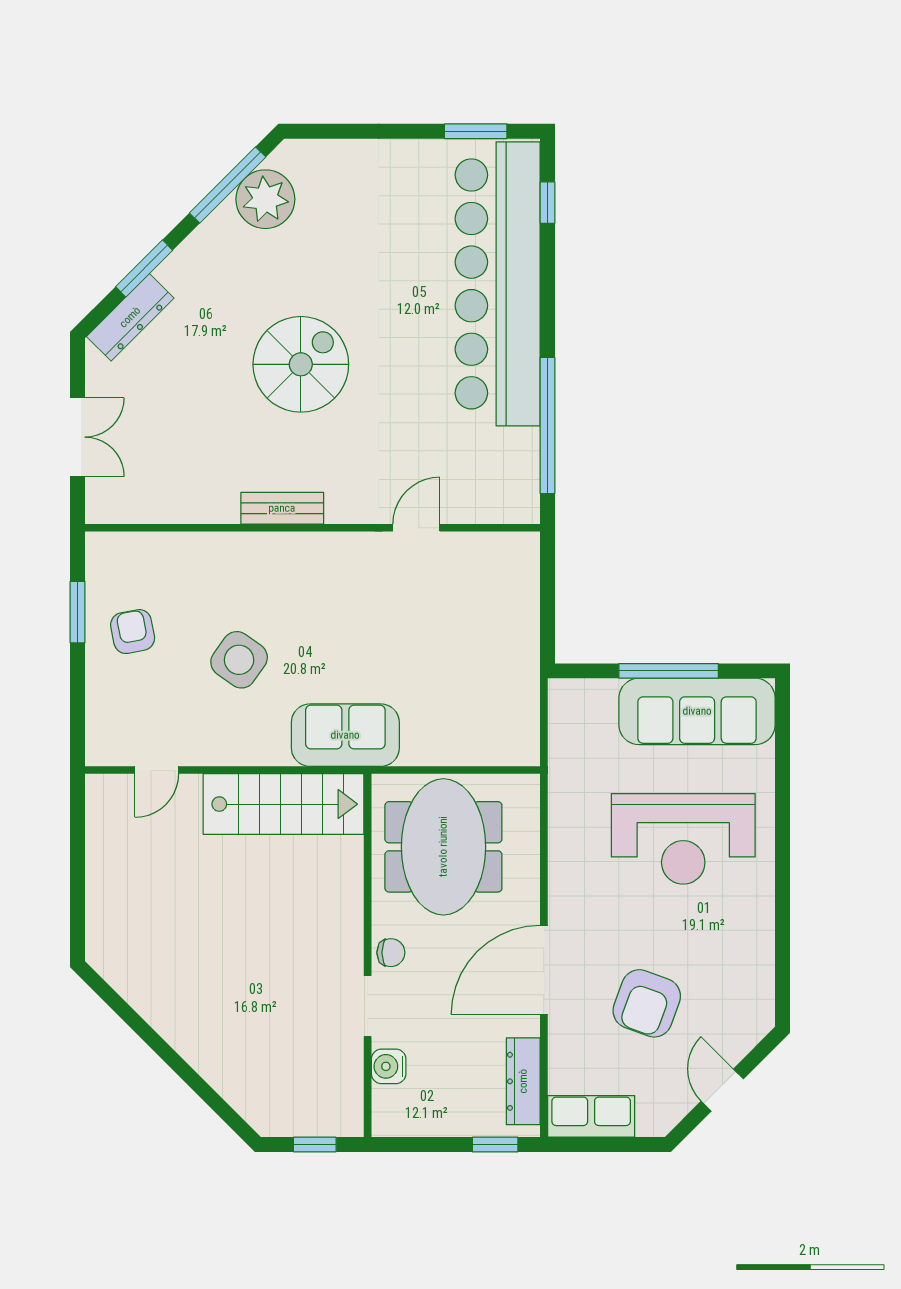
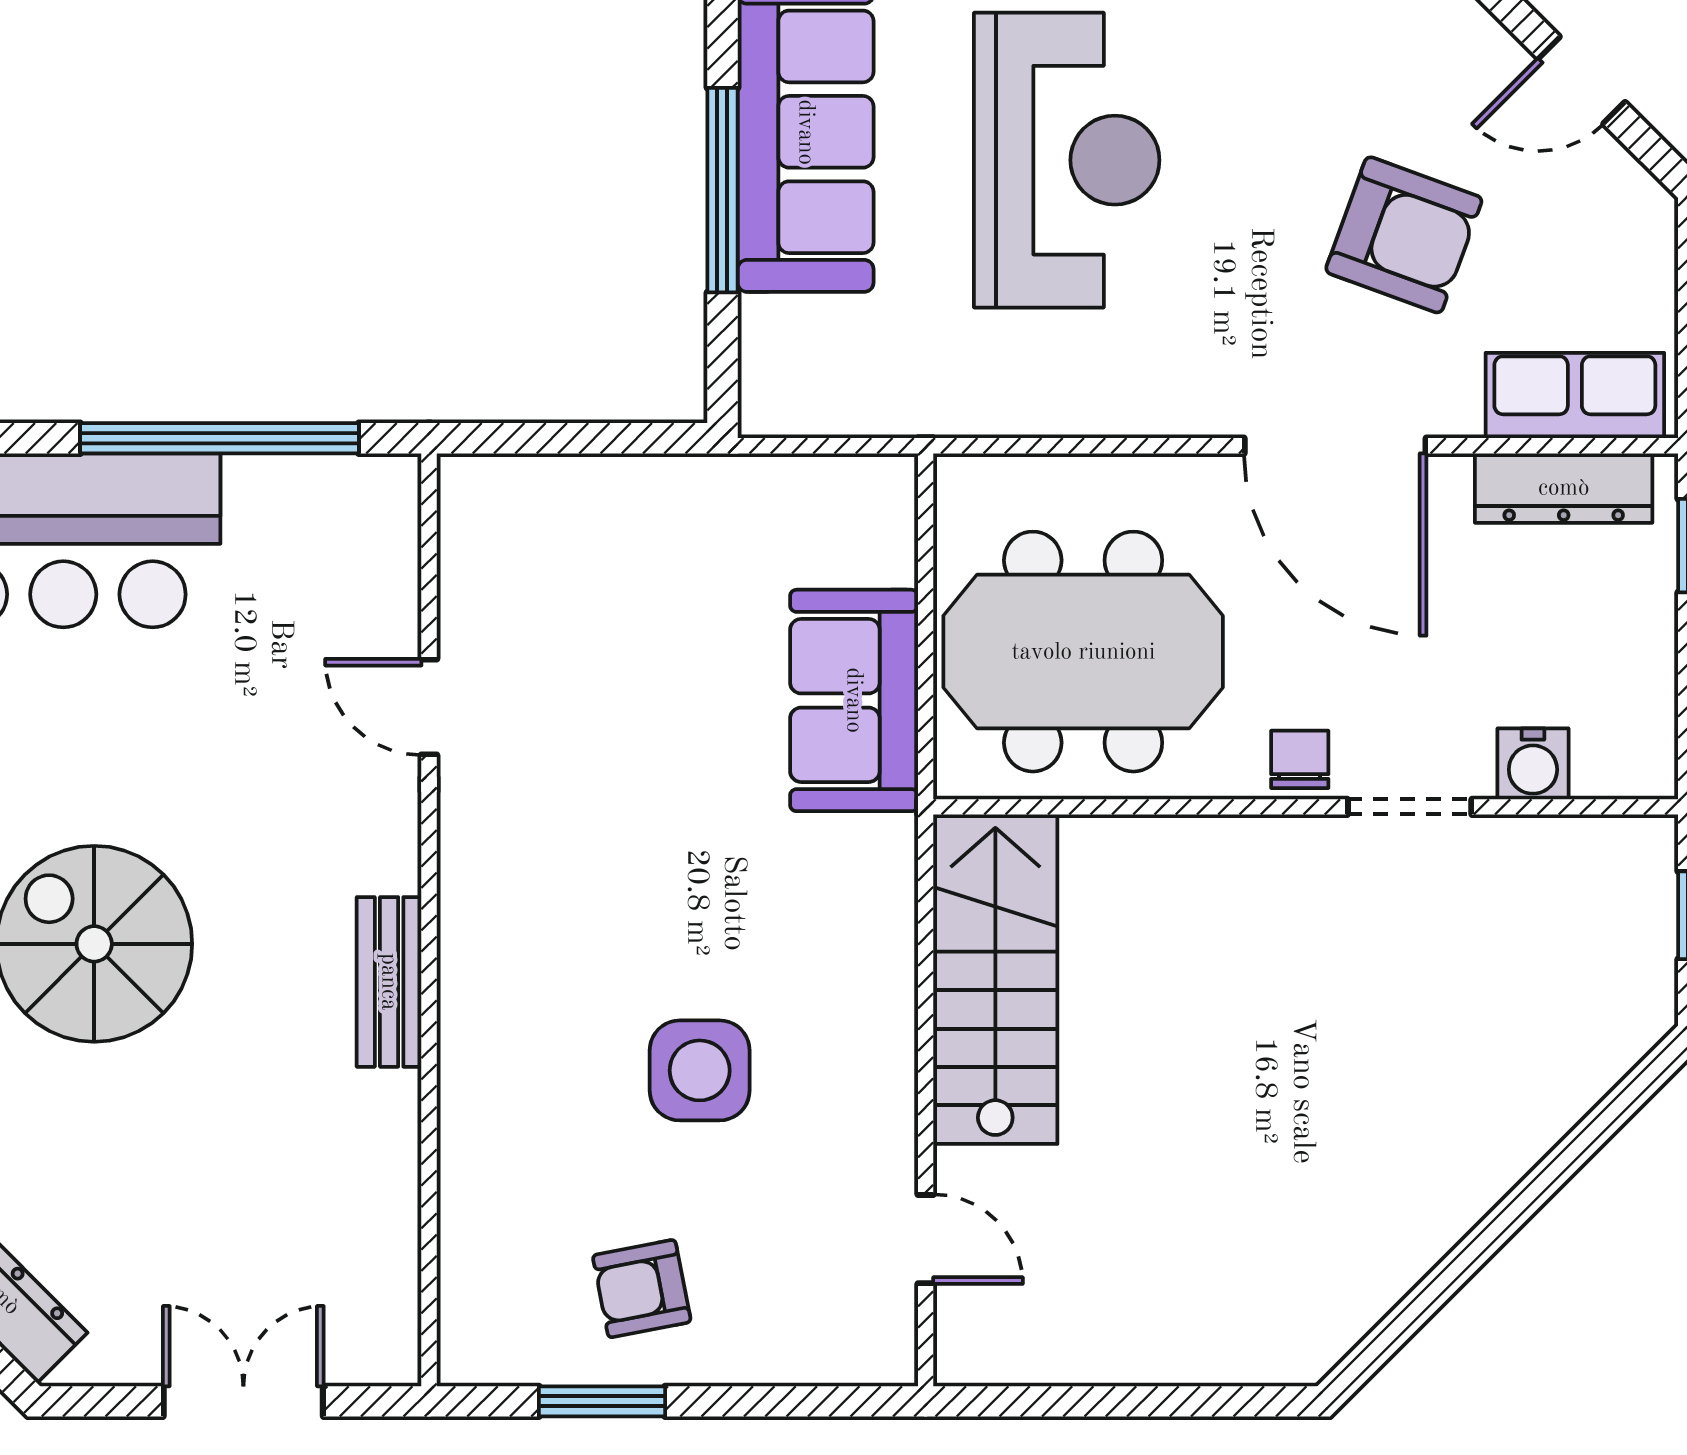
side table: (239, 660) -> (700, 1070), turned -35
sofa: (345, 735) -> (854, 700), moved
row of seats: (591, 1116) -> (1575, 396), moved, turned 90

